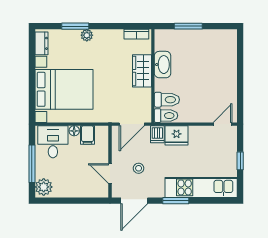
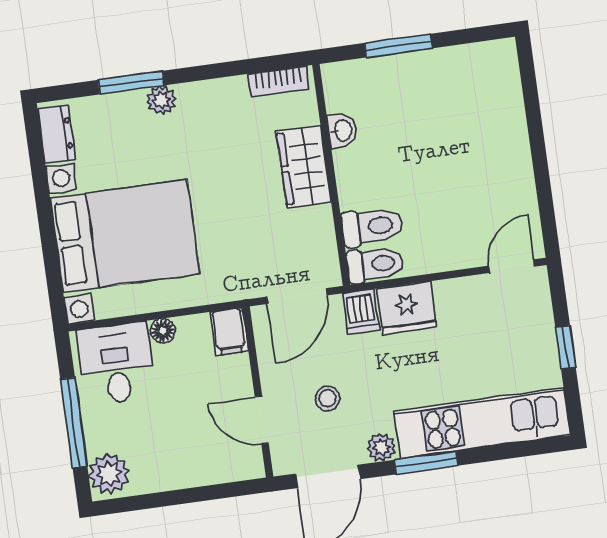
washbasin: (163, 65) -> (342, 131), width x0.52, depth x0.69
filing cabinet: (88, 135) -> (229, 332), moved
plant: (158, 192) -> (381, 447), added

